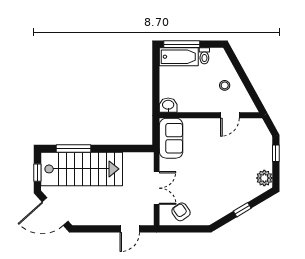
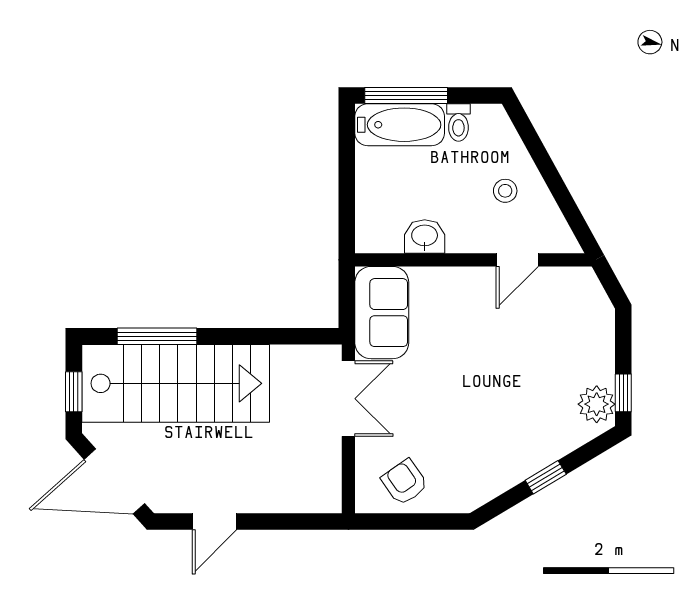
washbasin: (168, 105) -> (425, 236), moved
window: (276, 153) -> (623, 393), moved
double door: (157, 188) -> (348, 399), moved
door: (130, 229) -> (214, 522), moved

